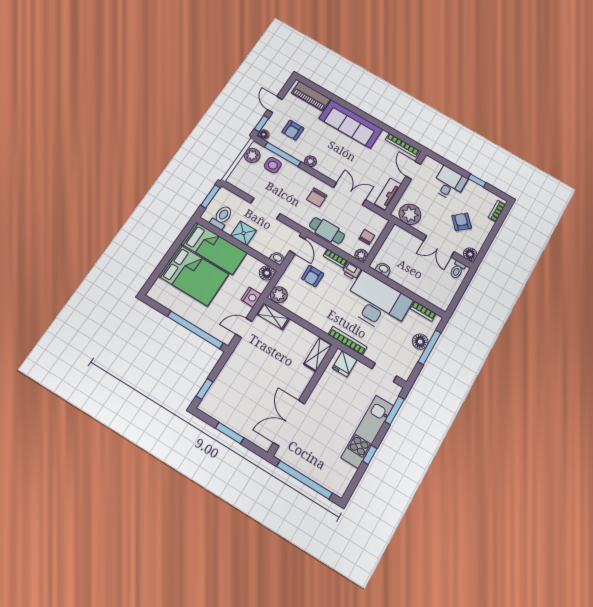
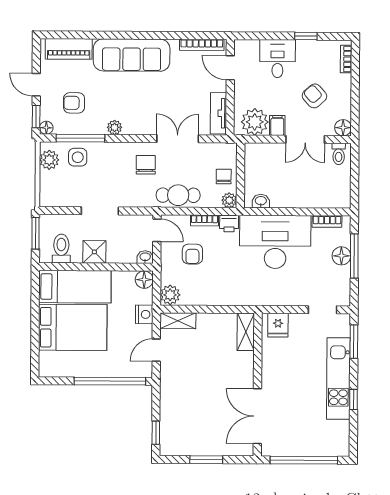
armchair: (293, 130) -> (74, 103), turned 90
chair: (317, 197) -> (146, 165), turned 180
filing cabinet: (424, 226) -> (277, 125), added
bookcase: (348, 341) -> (267, 300), removed

